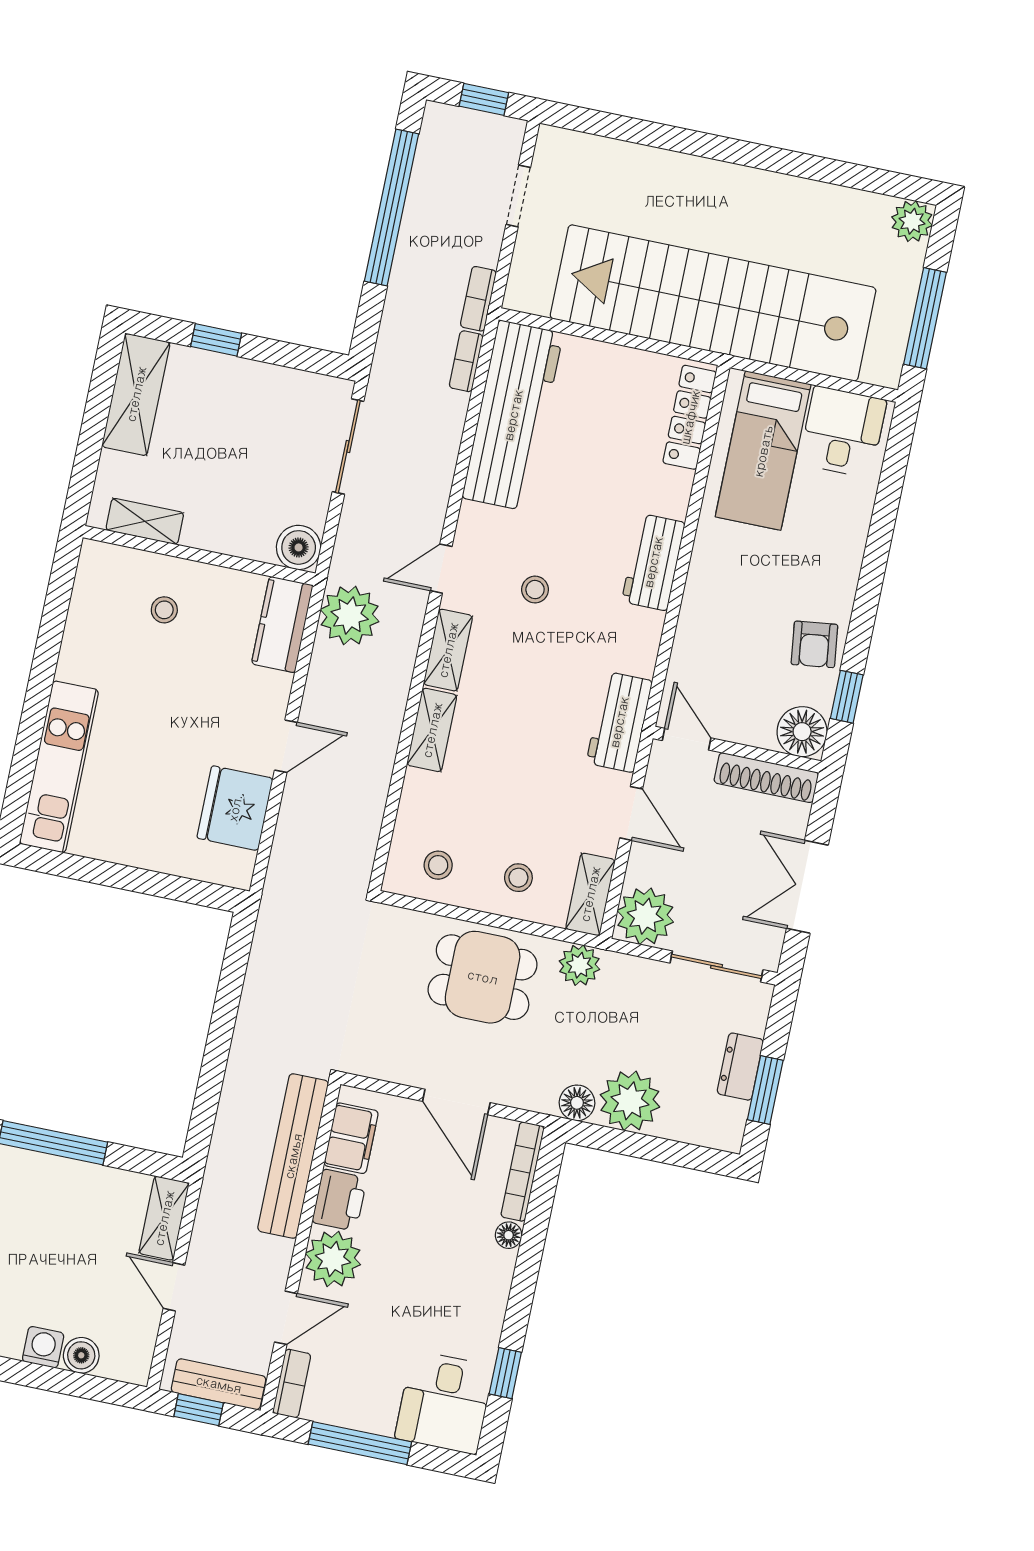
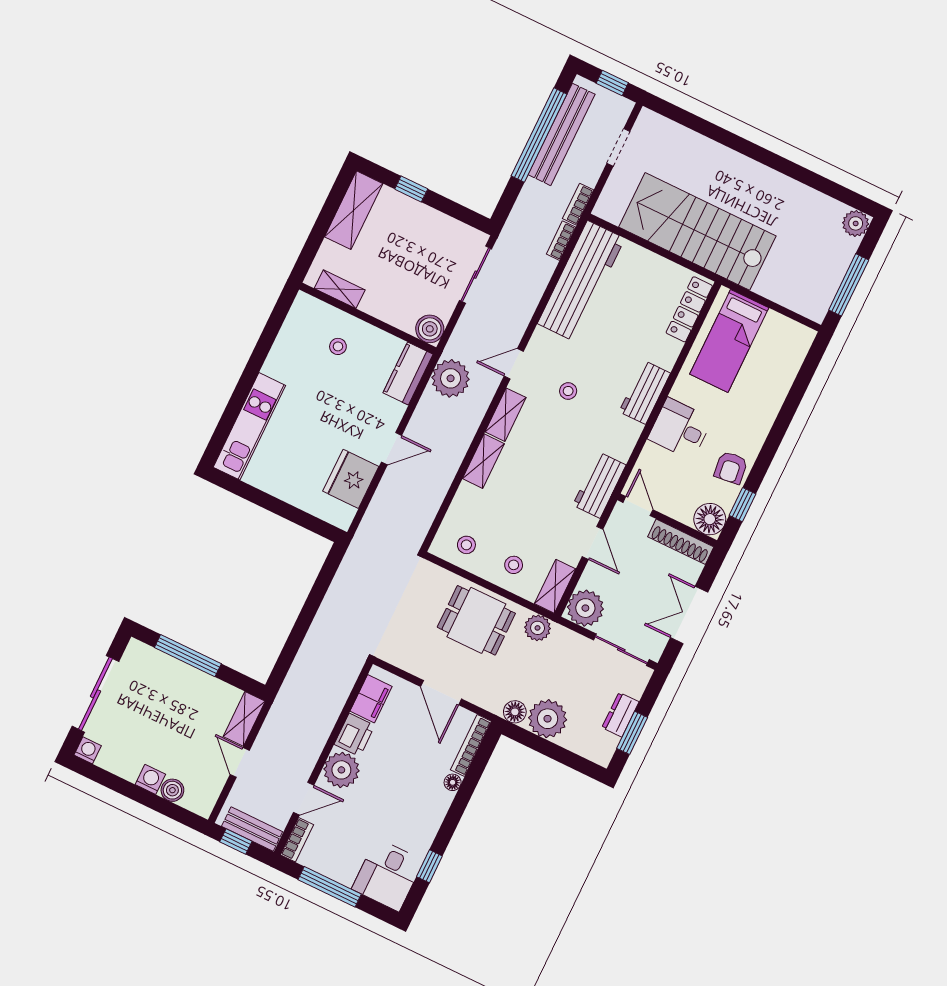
stairs: (713, 303) -> (697, 231), width x0.73
desk: (843, 432) -> (680, 429), moved, turned -90
bench: (293, 1156) -> (562, 134), moved

